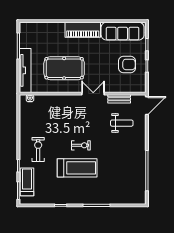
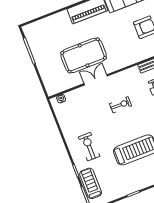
tv unit: (25, 70) -> (45, 73), removed
double door: (93, 94) -> (96, 80), moved
exercise bike: (81, 145) -> (121, 105), moved

